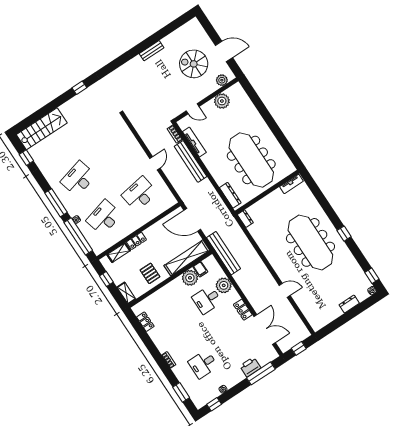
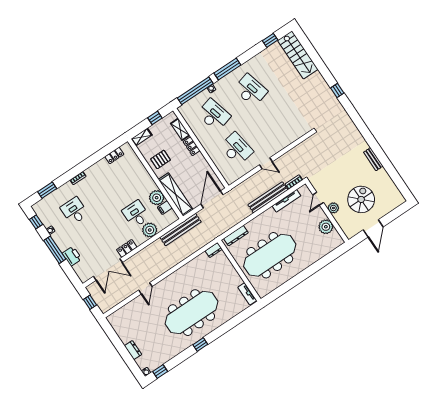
plant: (222, 80) -> (333, 208), moved
window: (261, 373) -> (55, 250), moved

